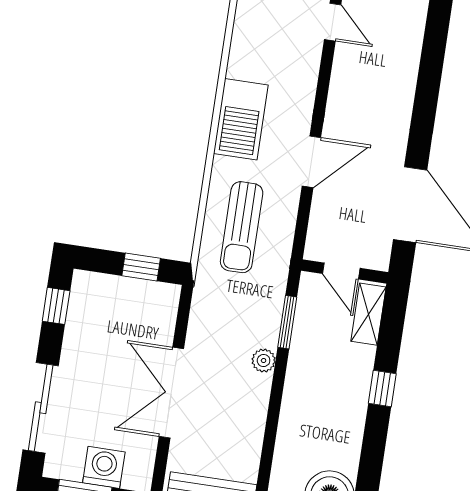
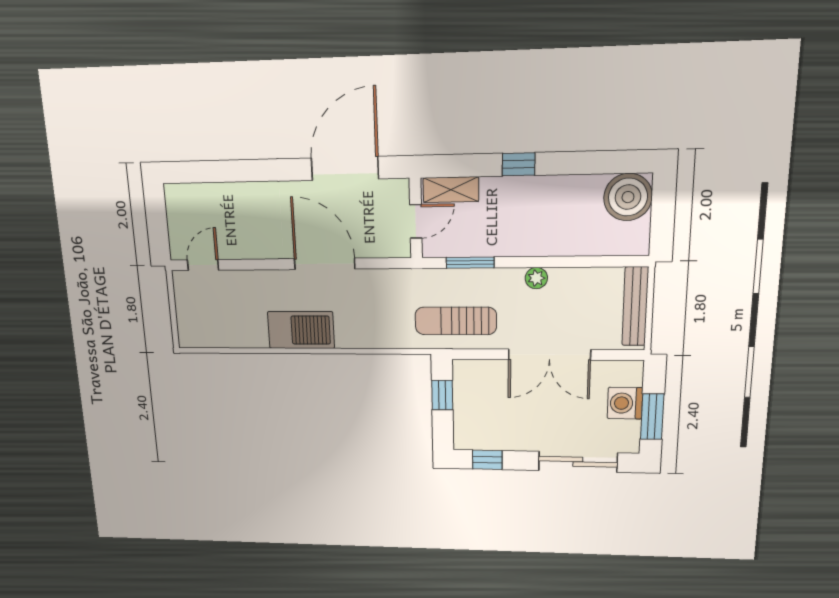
door: (311, 162) -> (325, 264), width x1.36
sun lounger: (242, 227) -> (456, 321), moved, turned 180
plant: (264, 360) -> (536, 278), moved

